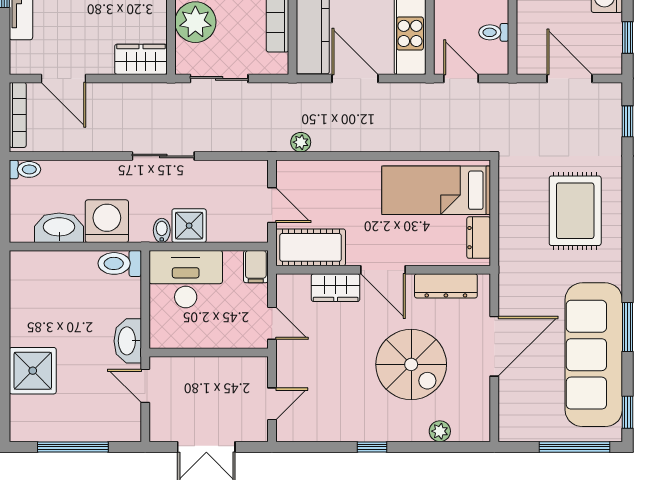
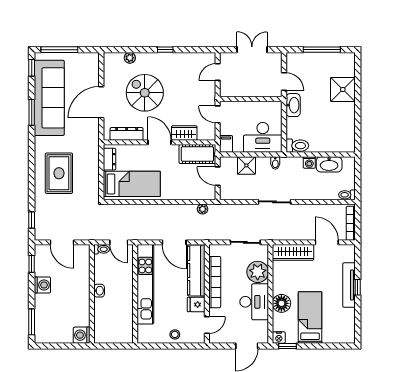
toilet: (494, 32) -> (102, 249), moved
wardrobe: (141, 59) -> (293, 252), width x1.50
washing machine: (107, 221) -> (309, 162), width x0.53, depth x0.53
shower: (189, 226) -> (246, 165), moved

